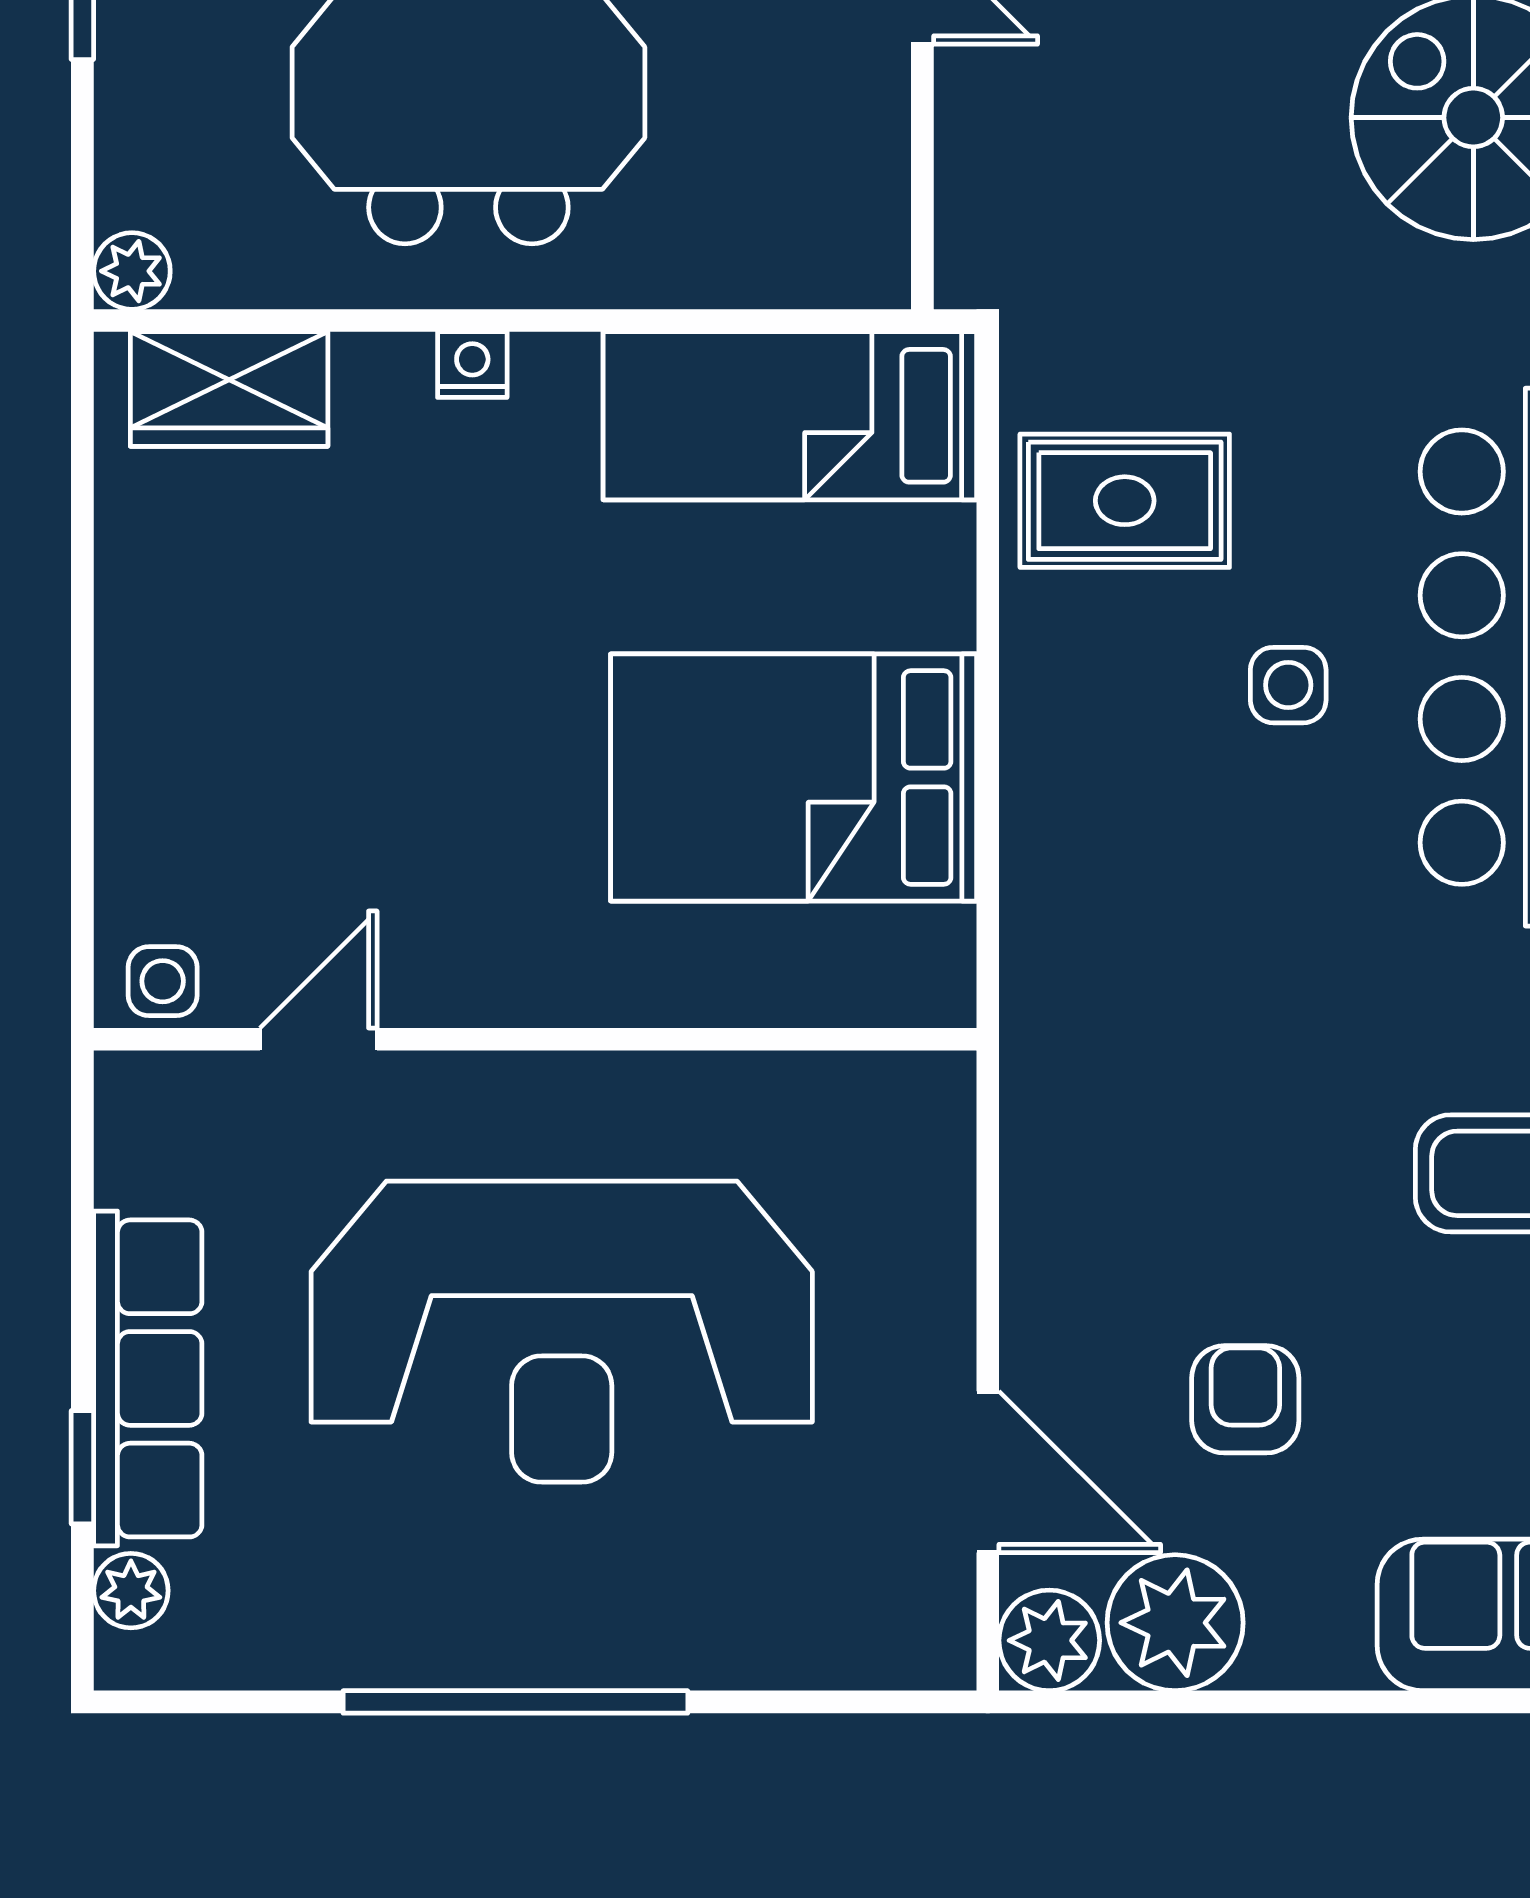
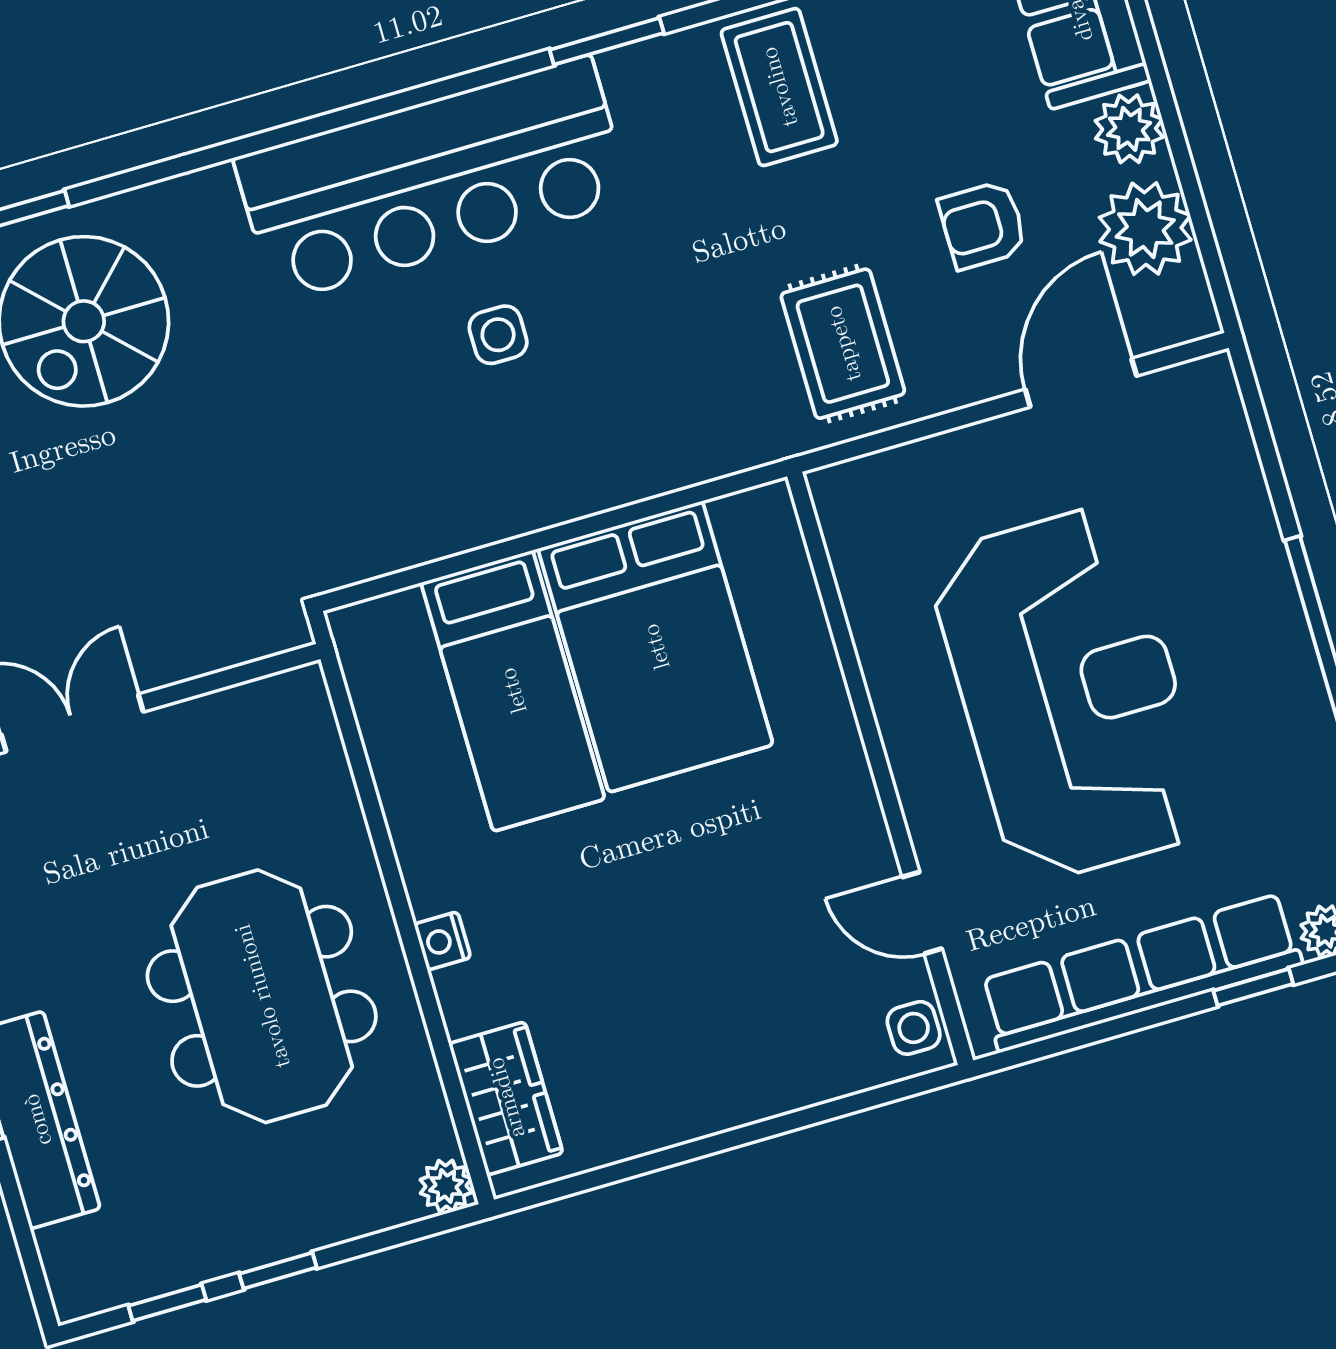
bed: (790, 416) -> (513, 691), moved
rug: (1125, 501) -> (843, 344), moved
row of seats: (148, 1378) -> (1141, 973), width x1.36
plant: (1049, 1640) -> (1129, 129), moved

